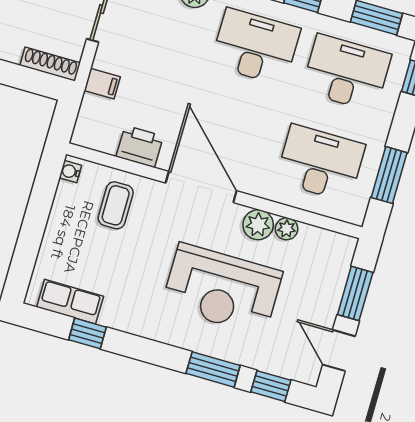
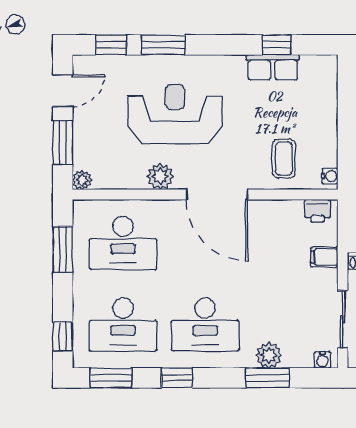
printer: (140, 146) -> (318, 211), moved, width x0.73, depth x0.81
plant: (287, 229) -> (82, 180), moved
row of seats: (70, 302) -> (273, 67), moved
door: (339, 350) -> (63, 91), hinge flipped

